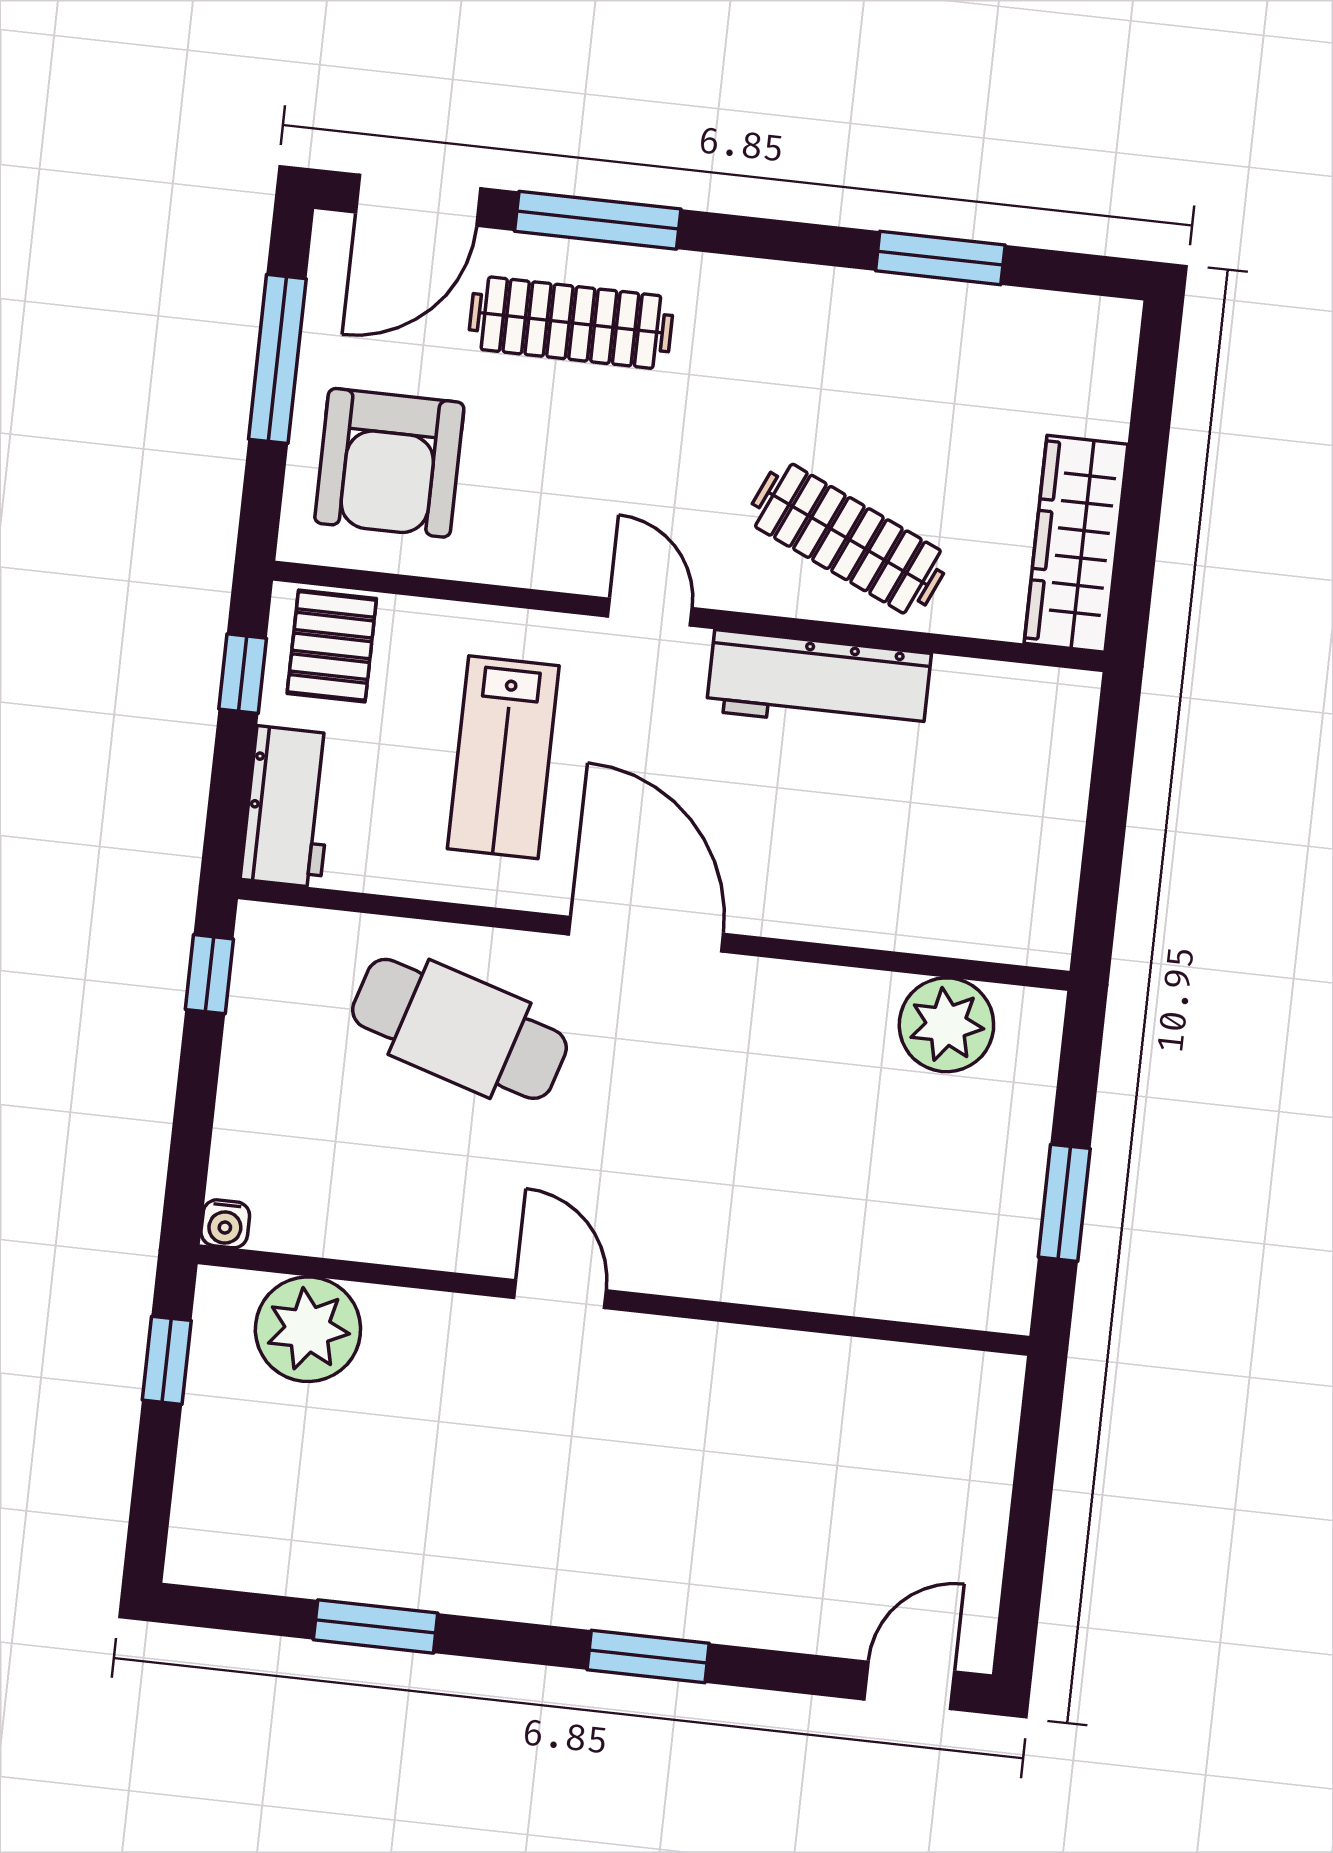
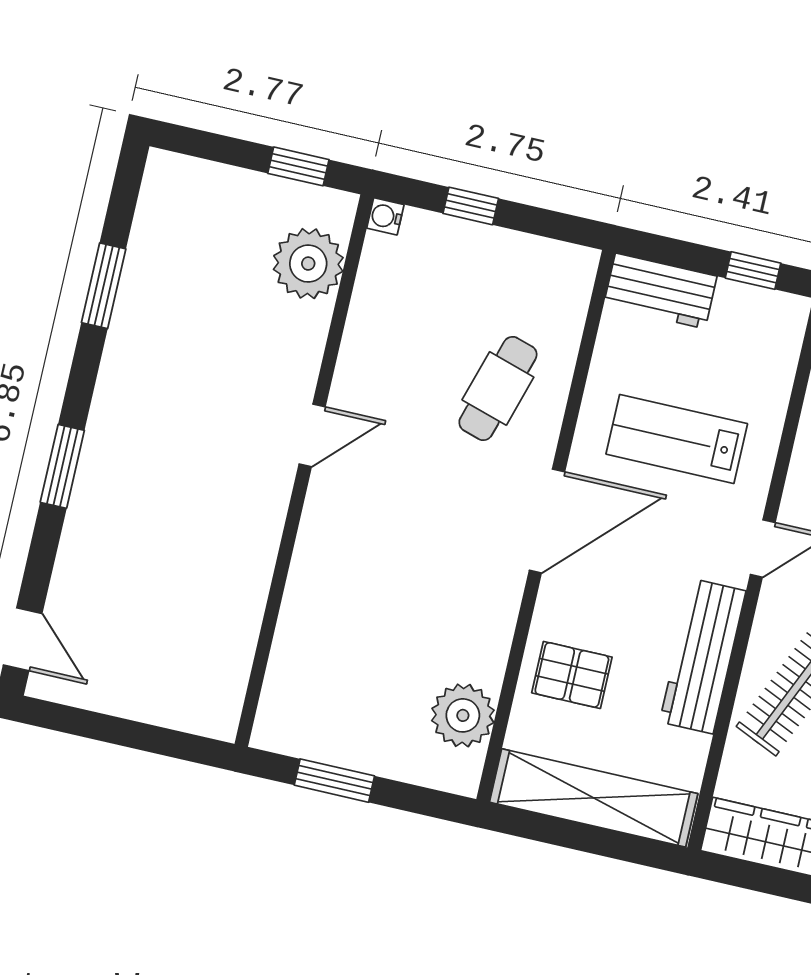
pallet: (332, 646) -> (572, 675), moved
shelving: (1046, 818) -> (594, 798), added
window: (209, 974) -> (471, 206), moved
cafe table: (459, 1029) -> (498, 388), width x0.73, depth x0.74

